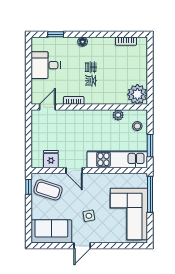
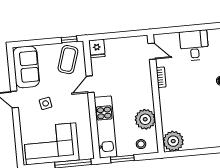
plant: (118, 115) -> (145, 119), width x1.88, depth x1.88
fridge: (51, 159) -> (97, 49), moved, turned 90

